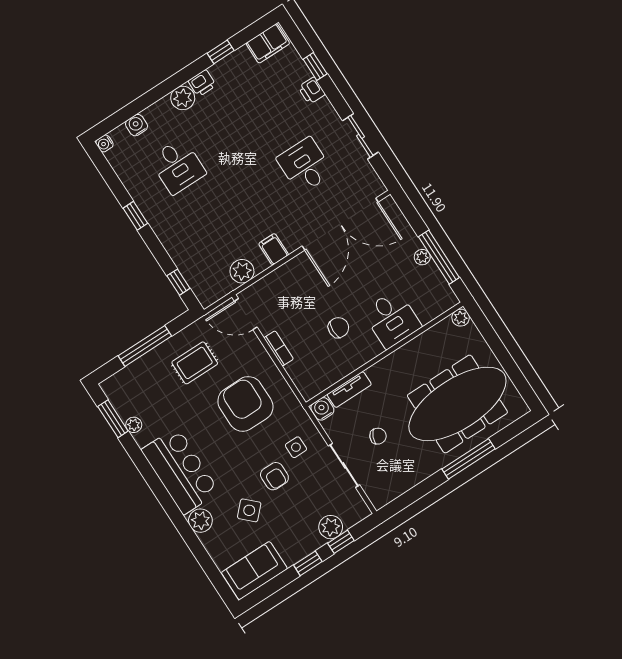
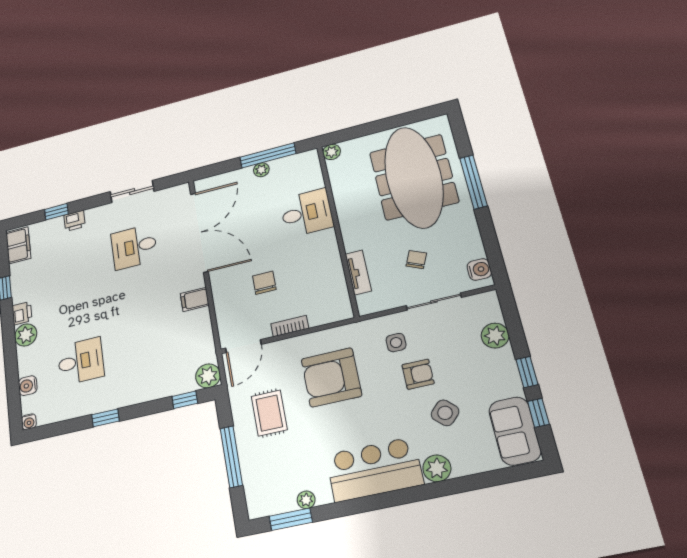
plant: (242, 271) -> (208, 376), moved
chair: (338, 328) -> (264, 283), moved
water cooler: (322, 409) -> (479, 269), moved, turned 180
window: (341, 542) -> (538, 413), moved

